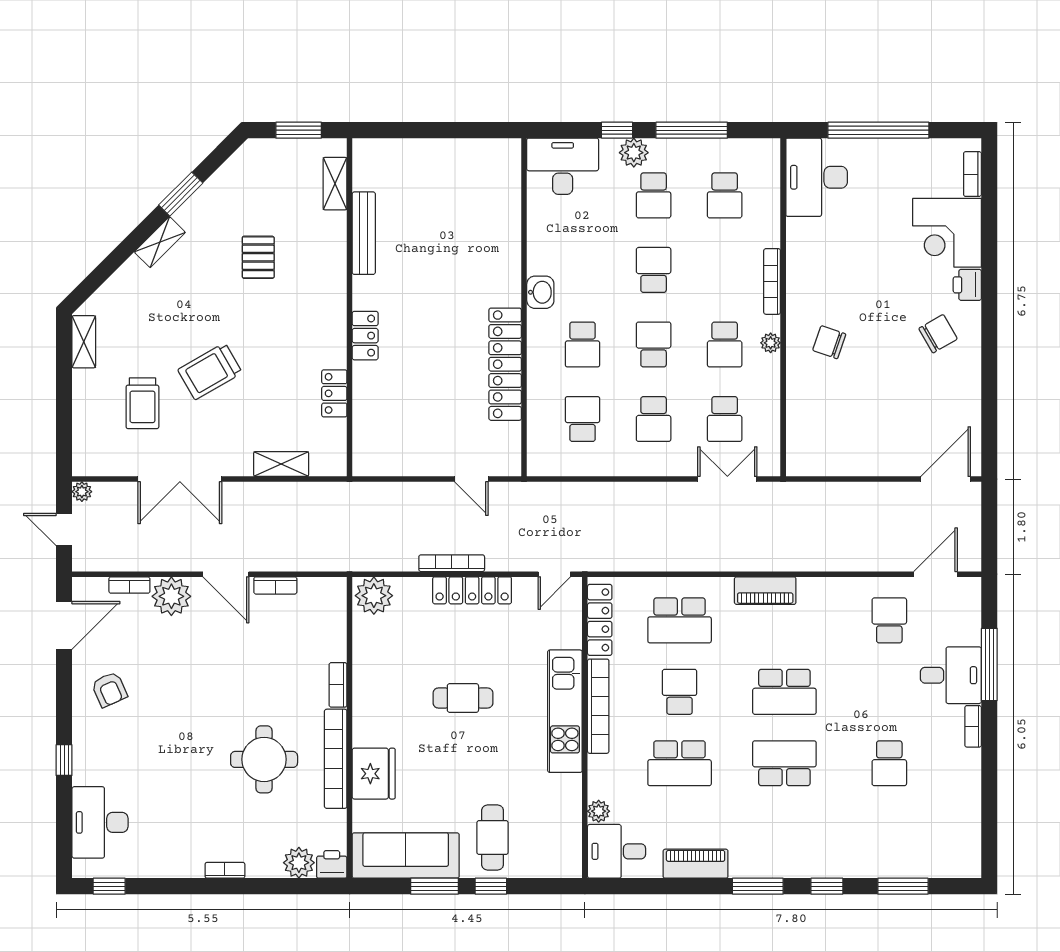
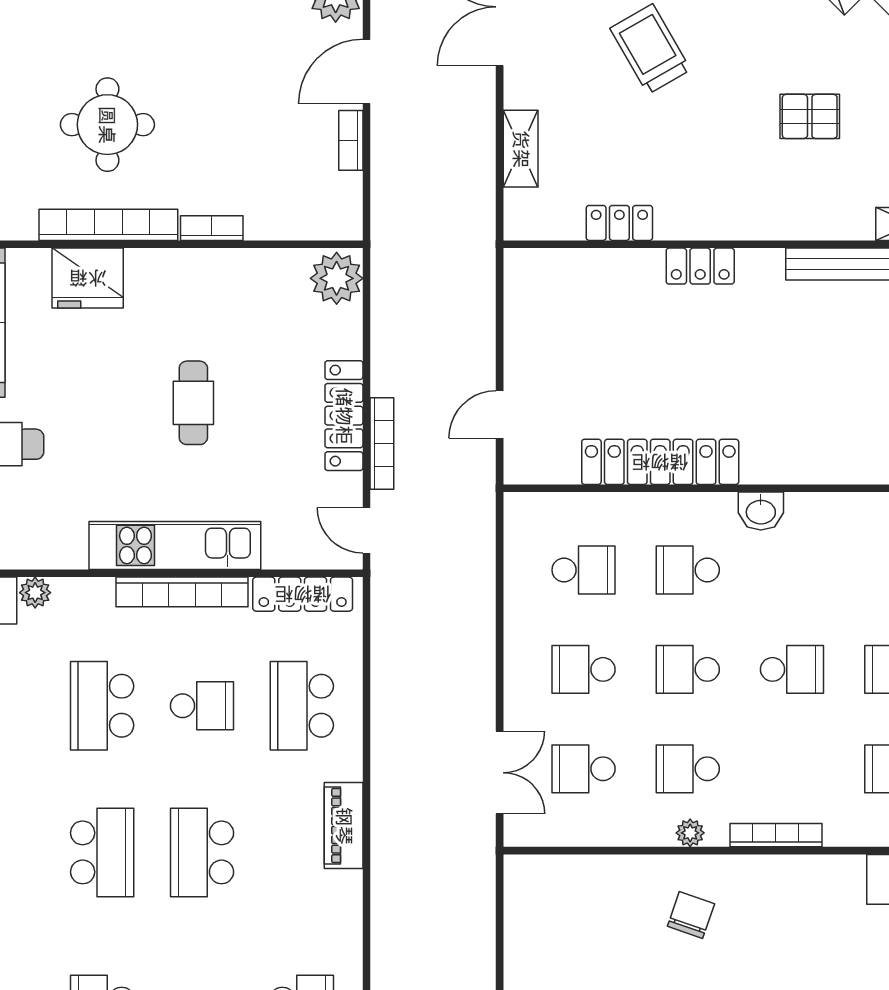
school desk: (654, 344) -> (688, 669), turned 180
bookcase: (452, 563) -> (382, 444), moved

